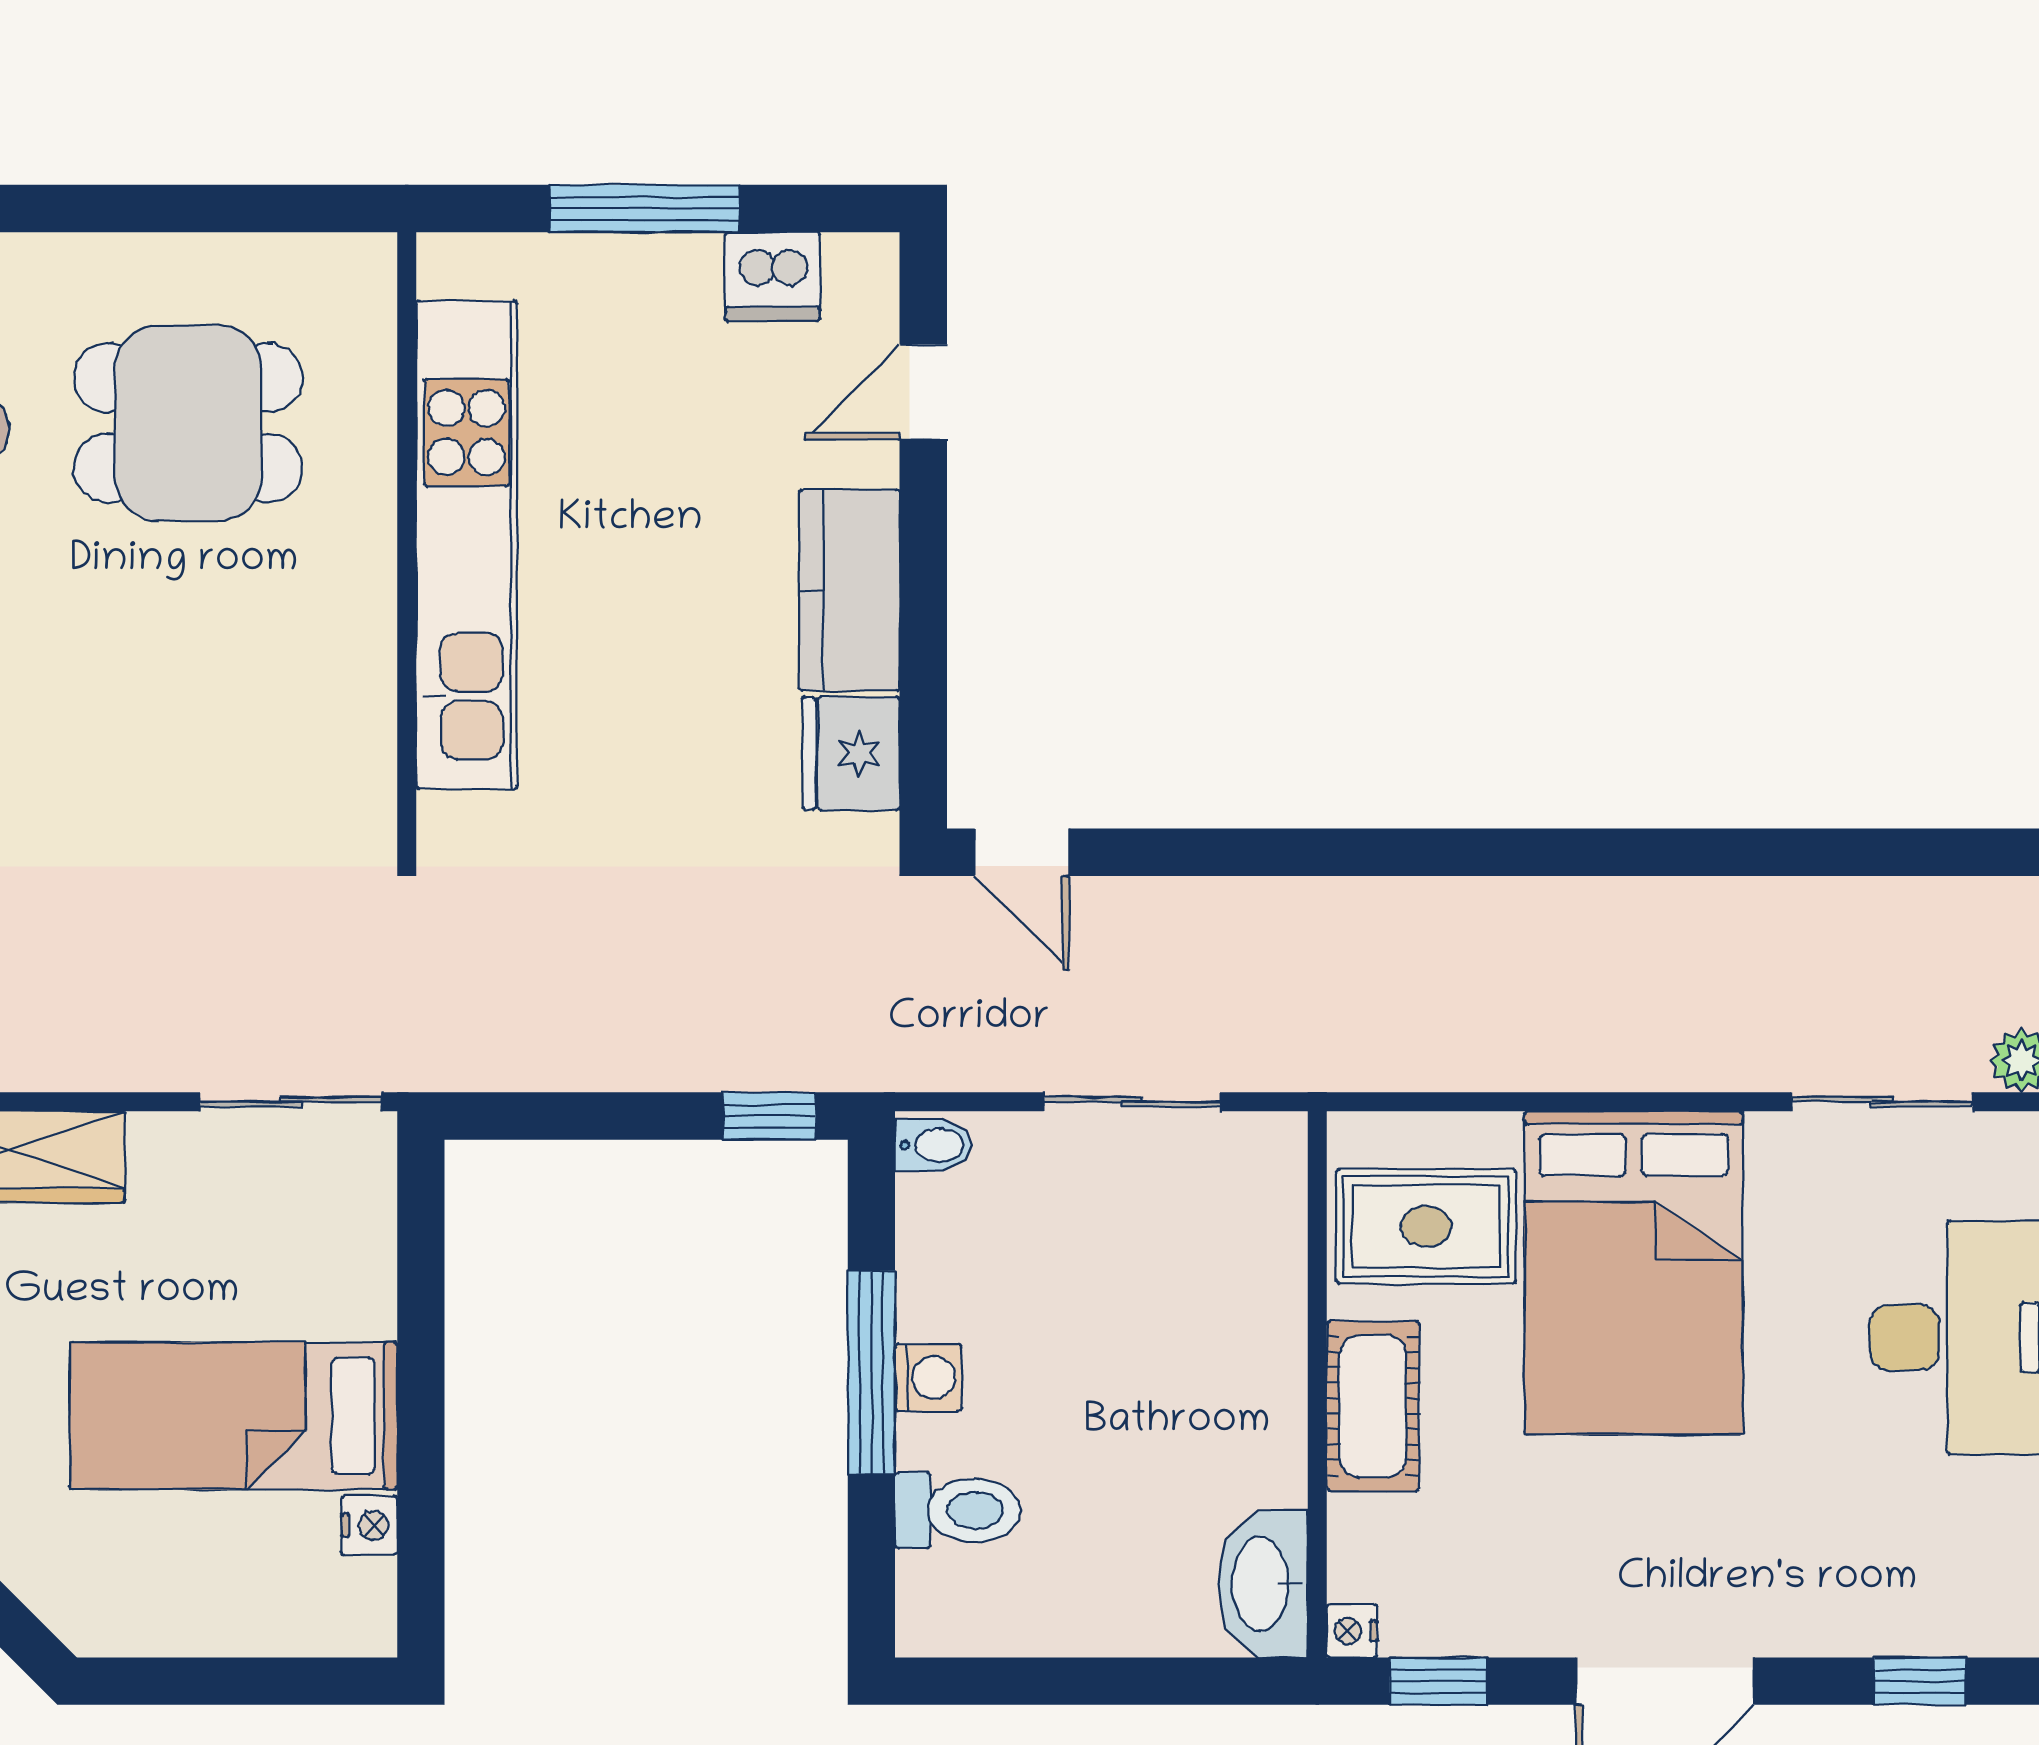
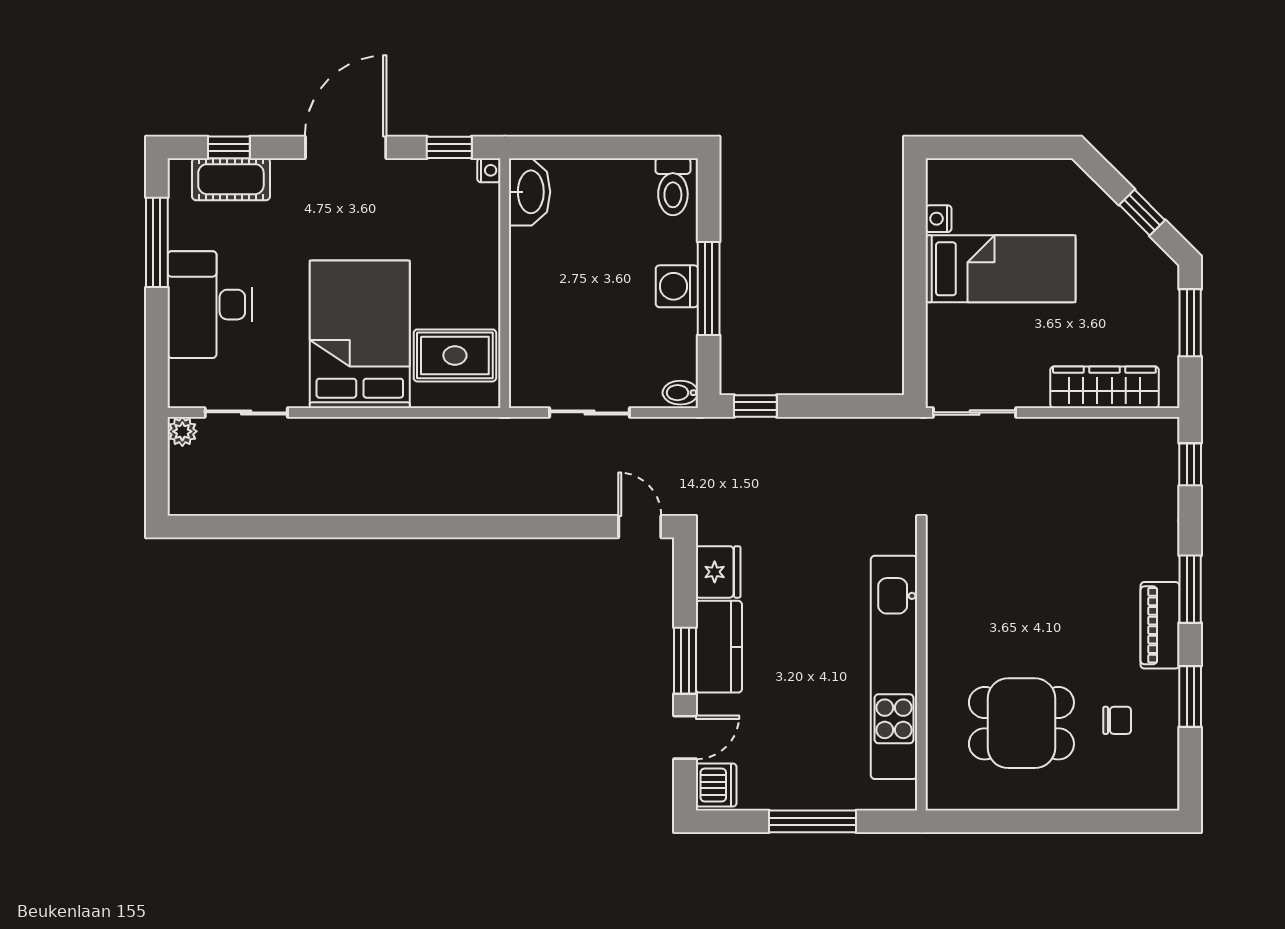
dishwasher: (772, 276) -> (716, 785), moved, turned 90
window: (923, 560) -> (685, 661), added
washing machine: (928, 1378) -> (677, 286), width x1.38, depth x1.38
cot: (1373, 1406) -> (231, 179), moved, turned 90
toilet: (958, 1510) -> (673, 187), moved, turned -90

